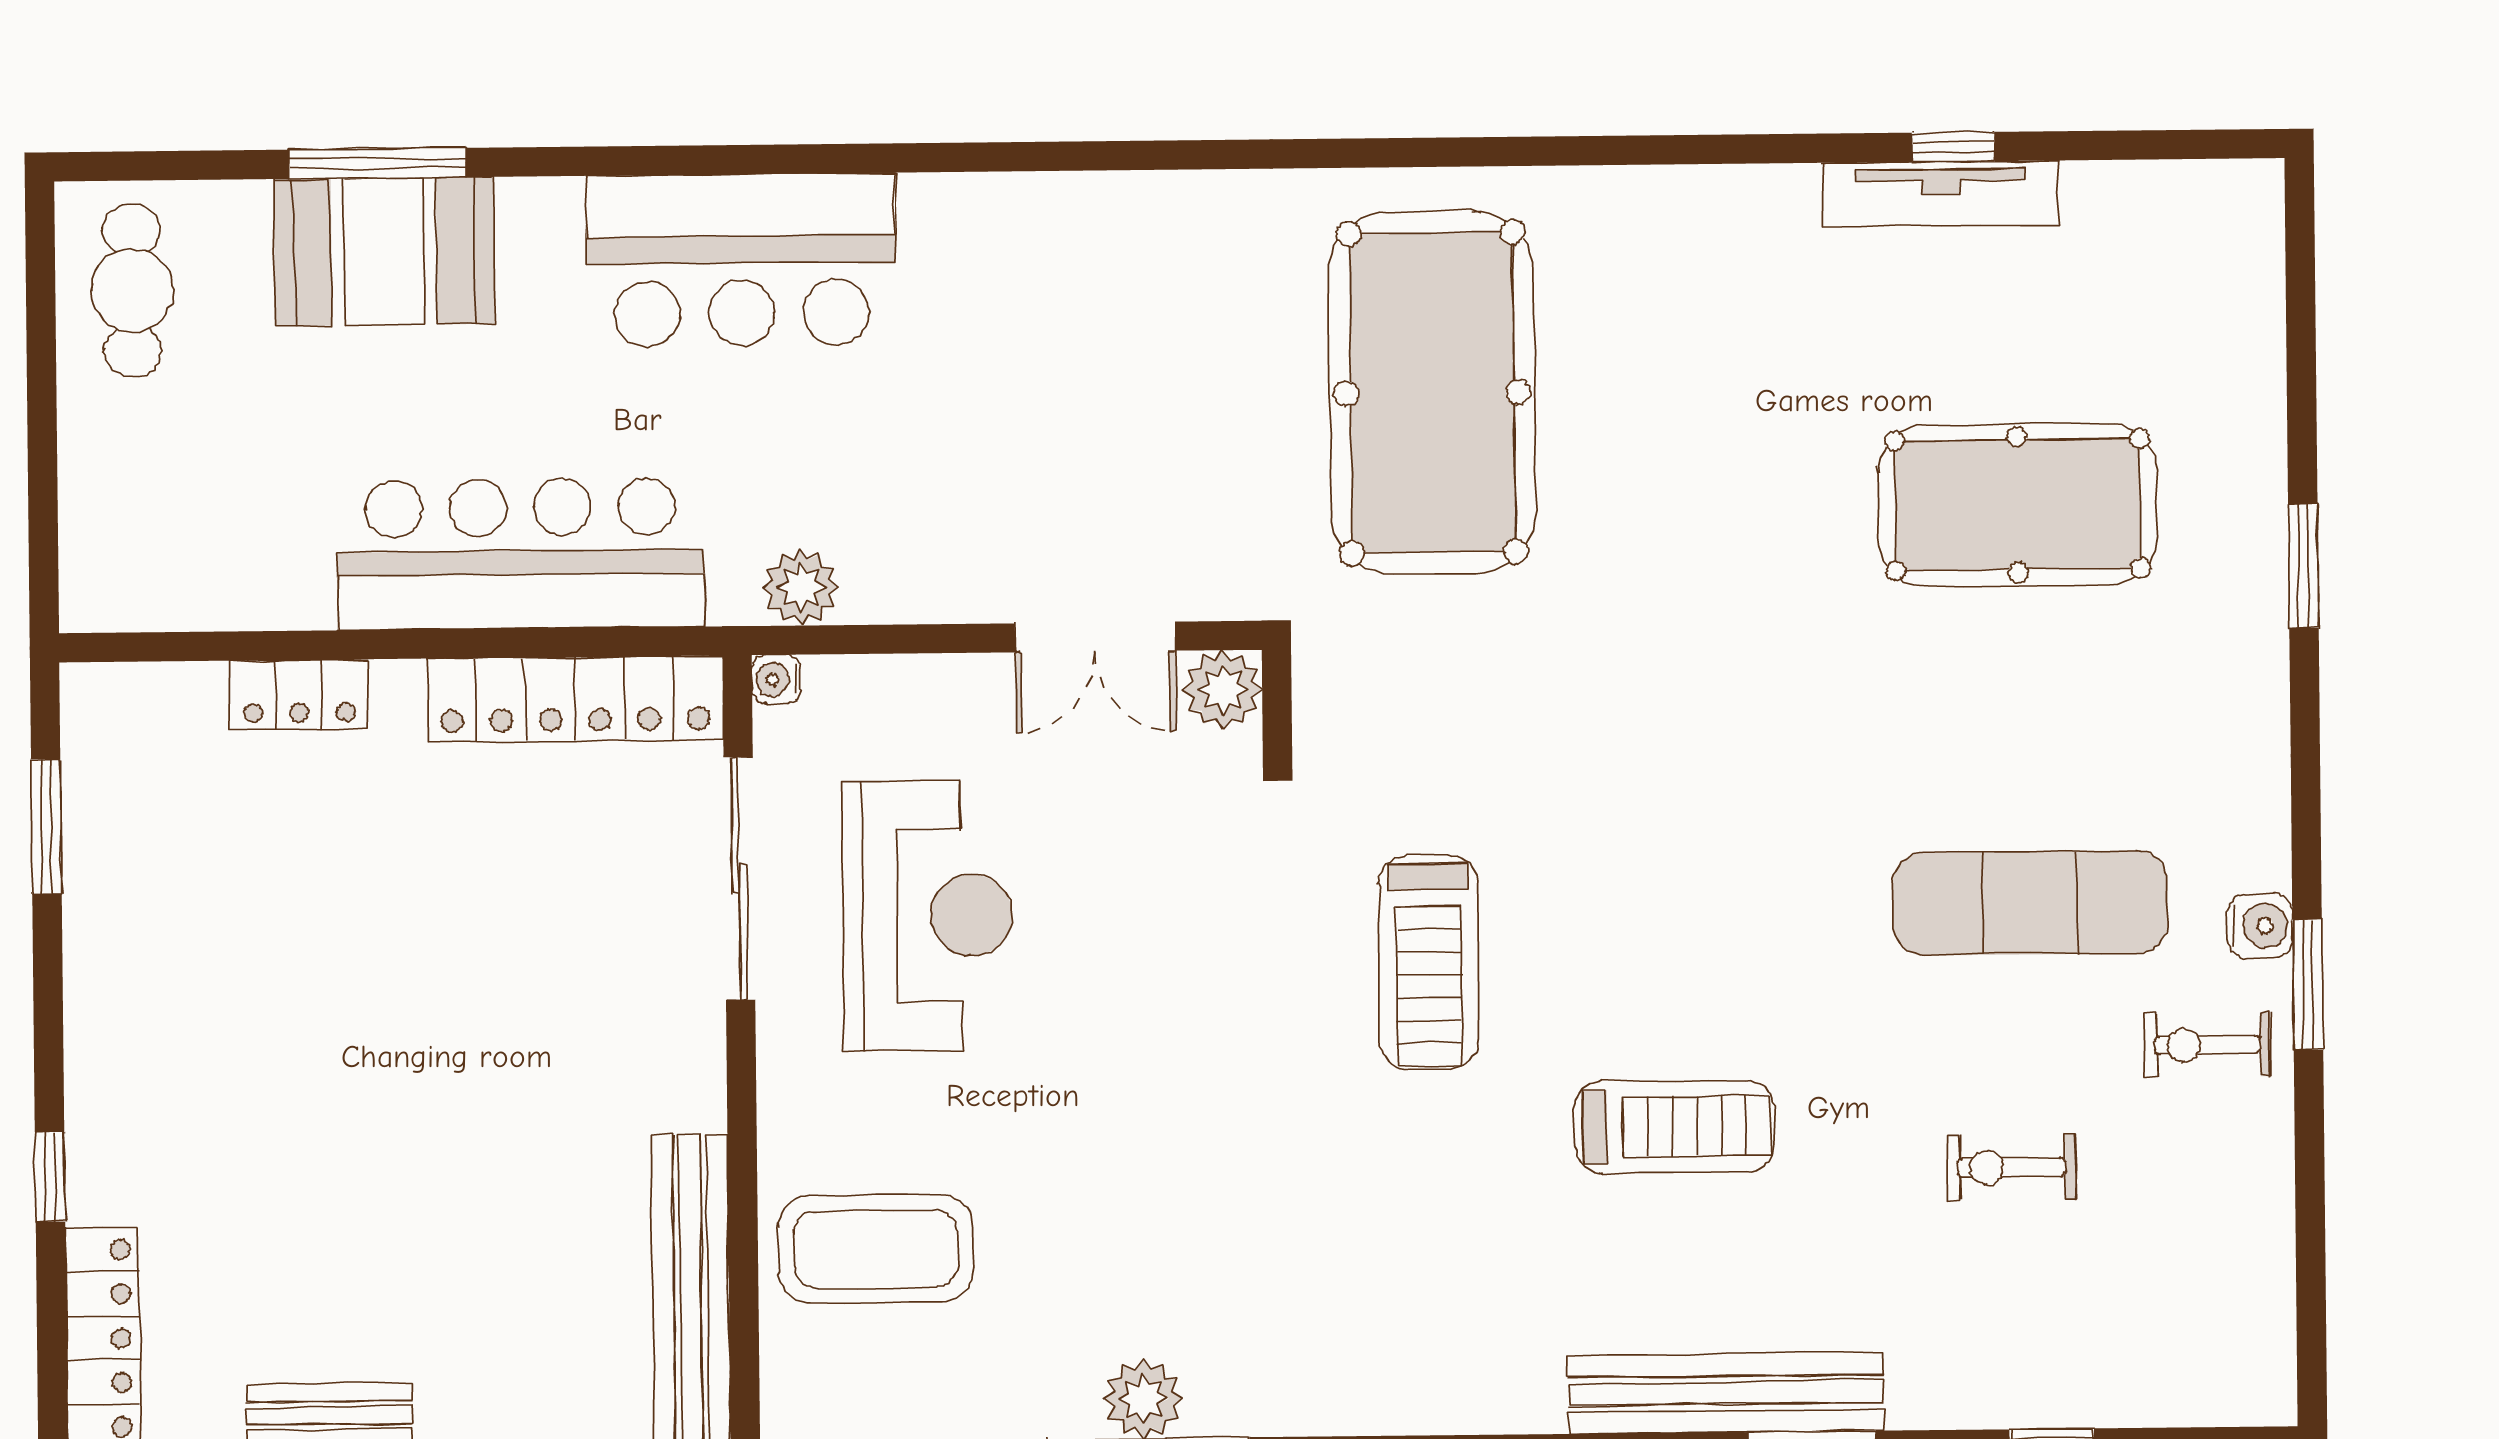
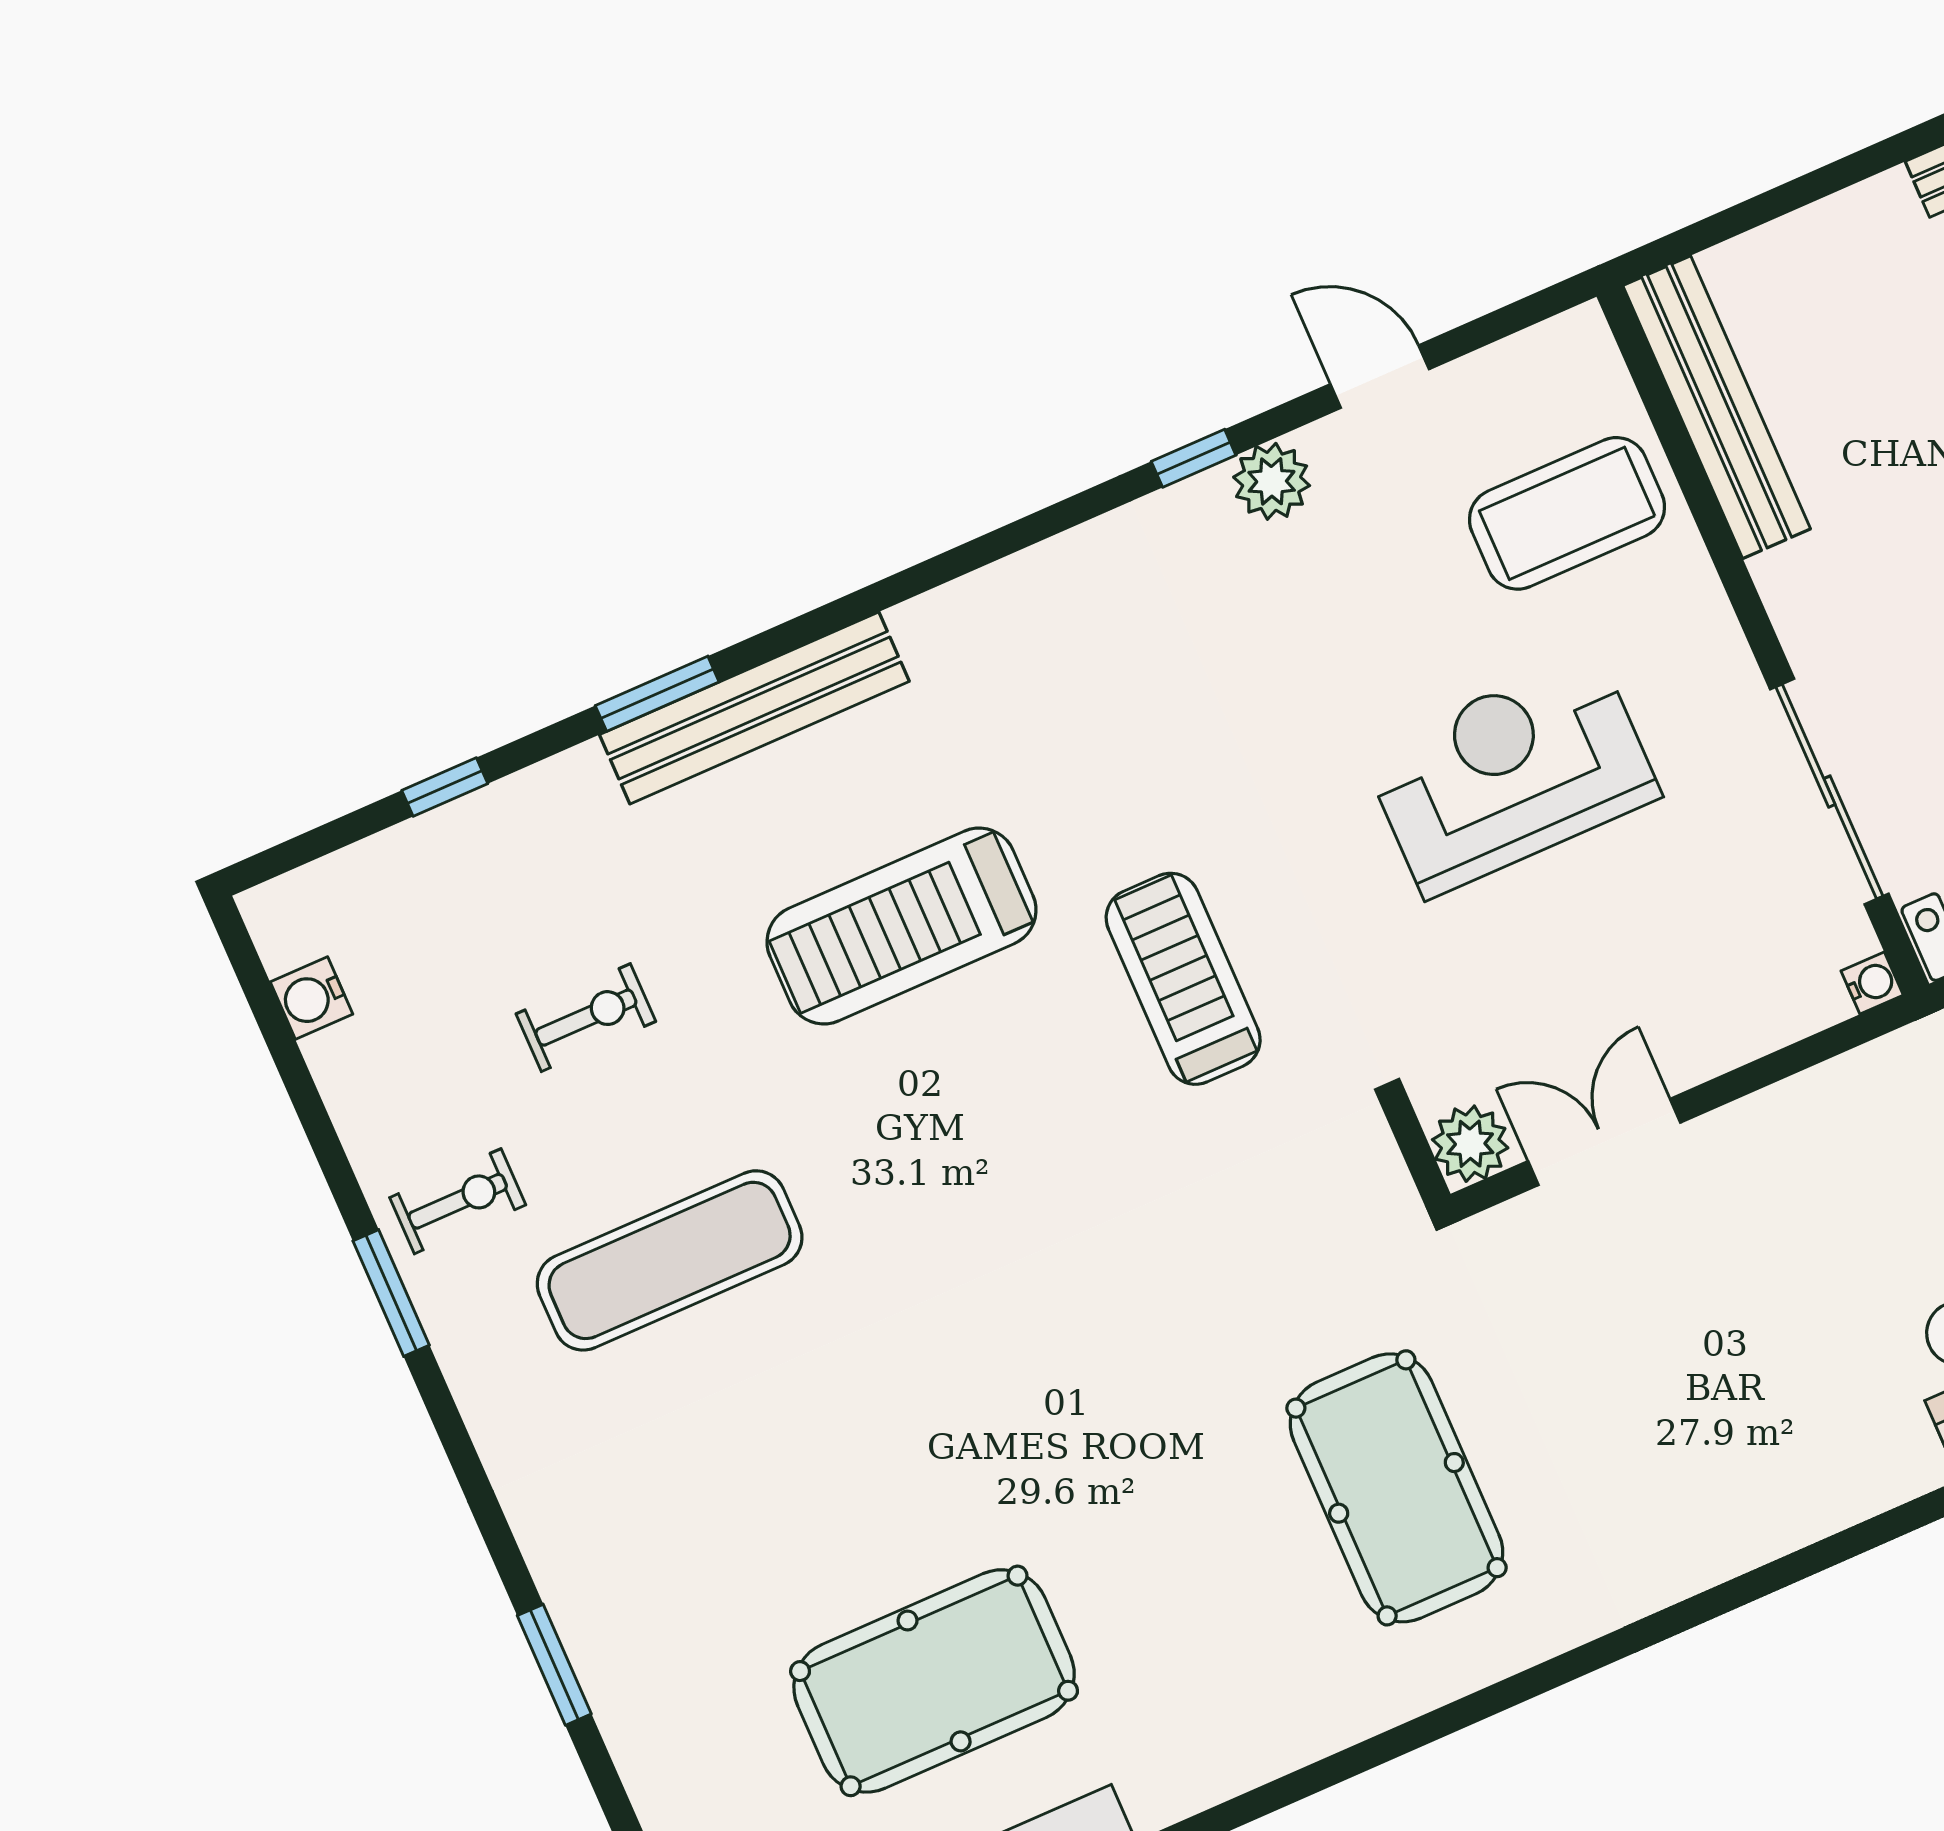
pool table: (1432, 393) -> (1396, 1488), width x0.73, depth x0.76
pool table: (2018, 505) -> (934, 1681), moved
plant: (801, 587) -> (1885, 1074), removed
reception desk: (927, 916) -> (1511, 774), moved, turned 90
water cooler: (2260, 926) -> (311, 998), moved
treadmill: (1675, 1127) -> (901, 926), width x1.37, depth x1.38

